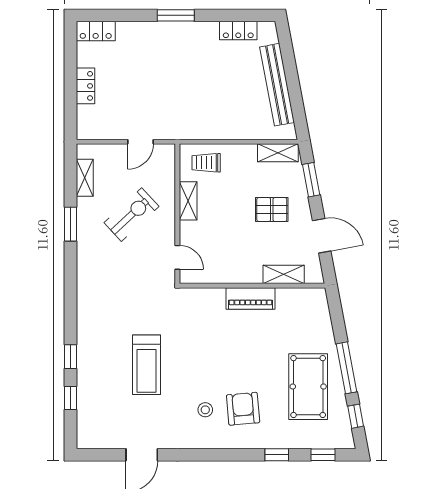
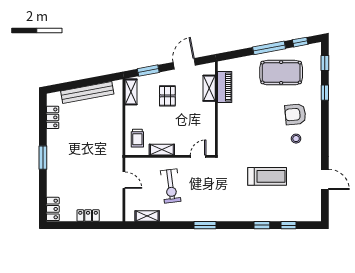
exercise bike: (132, 215) -> (171, 186), turned -144
window: (71, 224) -> (205, 225), moved
piano: (250, 298) -> (225, 87), moved

